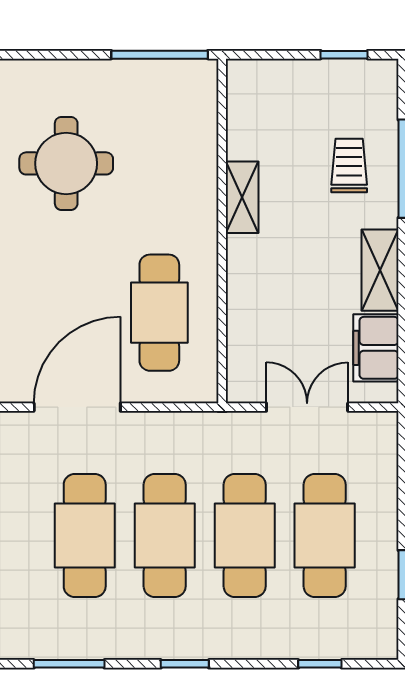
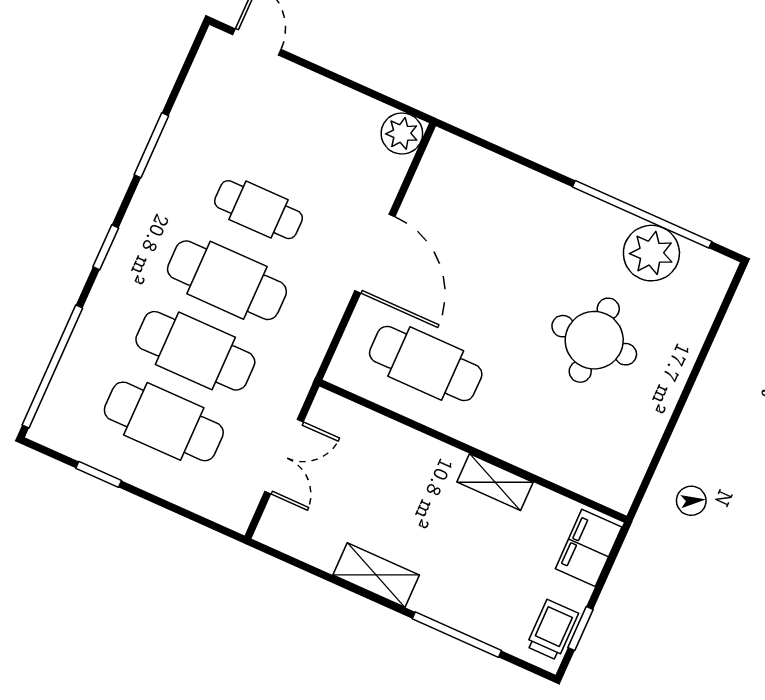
window: (160, 55) -> (653, 466), removed
trolley: (349, 165) -> (552, 630), moved, turned -90
filing cabinet: (376, 348) -> (589, 548), moved, turned -90
cafe table: (85, 535) -> (259, 210), width x0.73, depth x0.74
window: (320, 664) -> (52, 367), width x3.17

